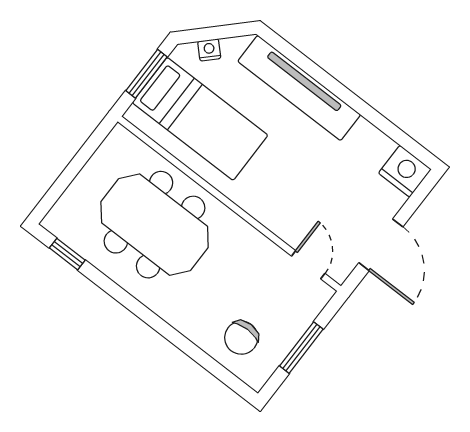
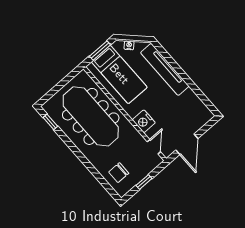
nightstand: (405, 171) -> (144, 121), moved, turned 180
meeting table: (155, 225) -> (91, 116), width x1.36
window: (301, 348) -> (144, 182), width x0.67

